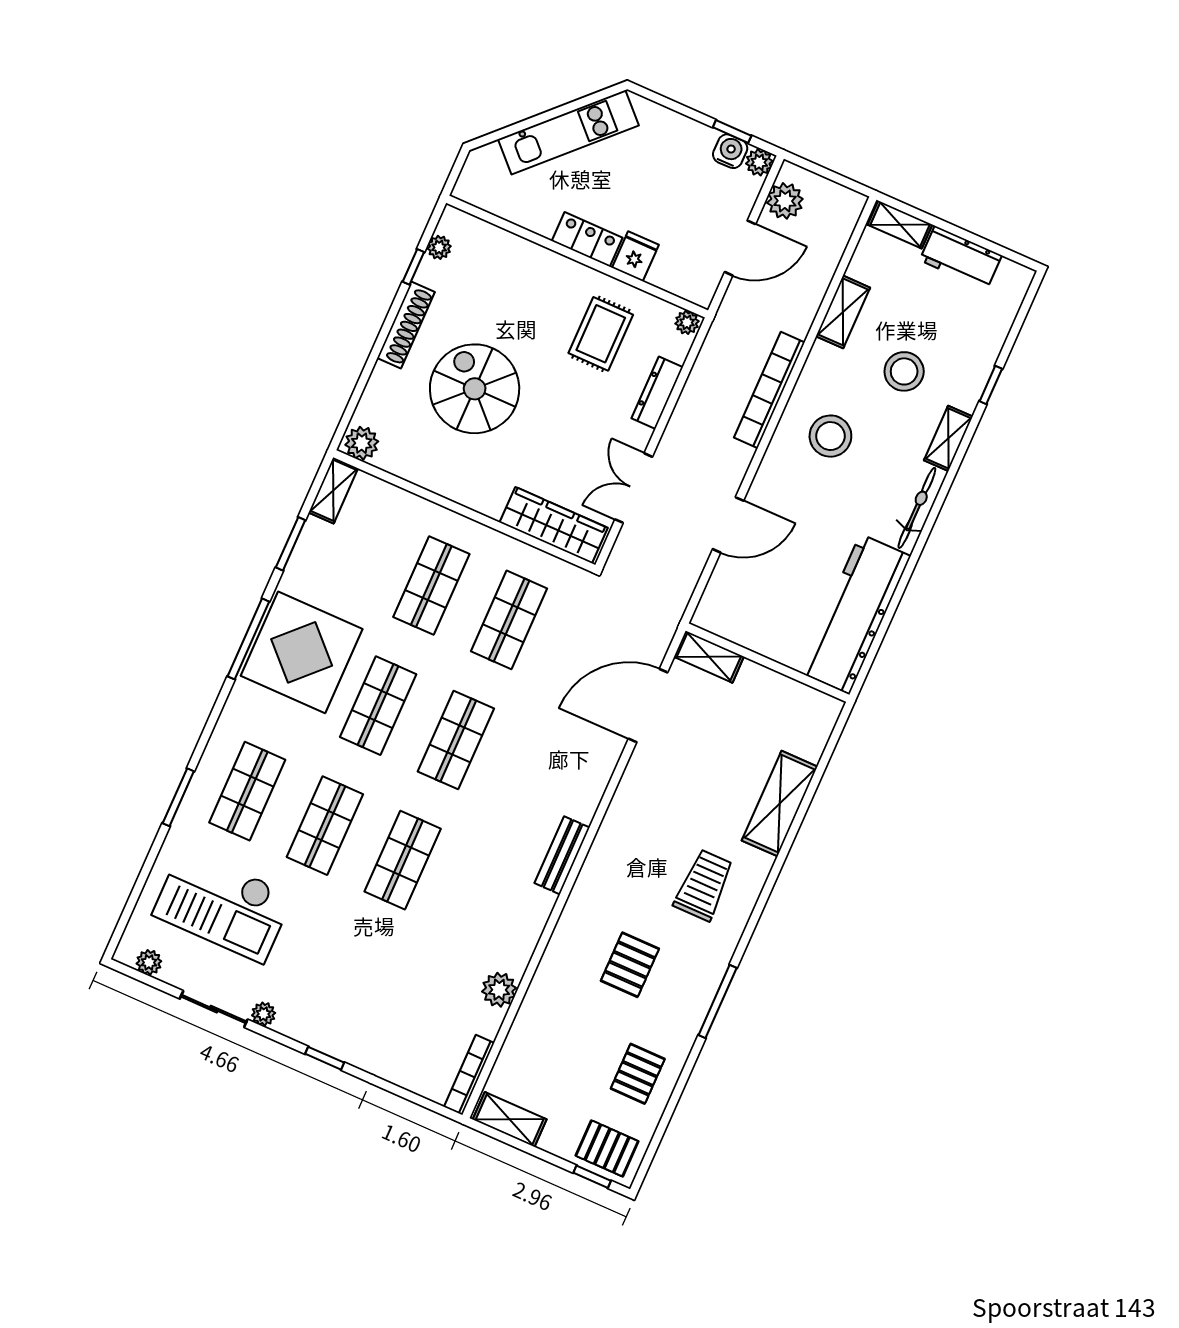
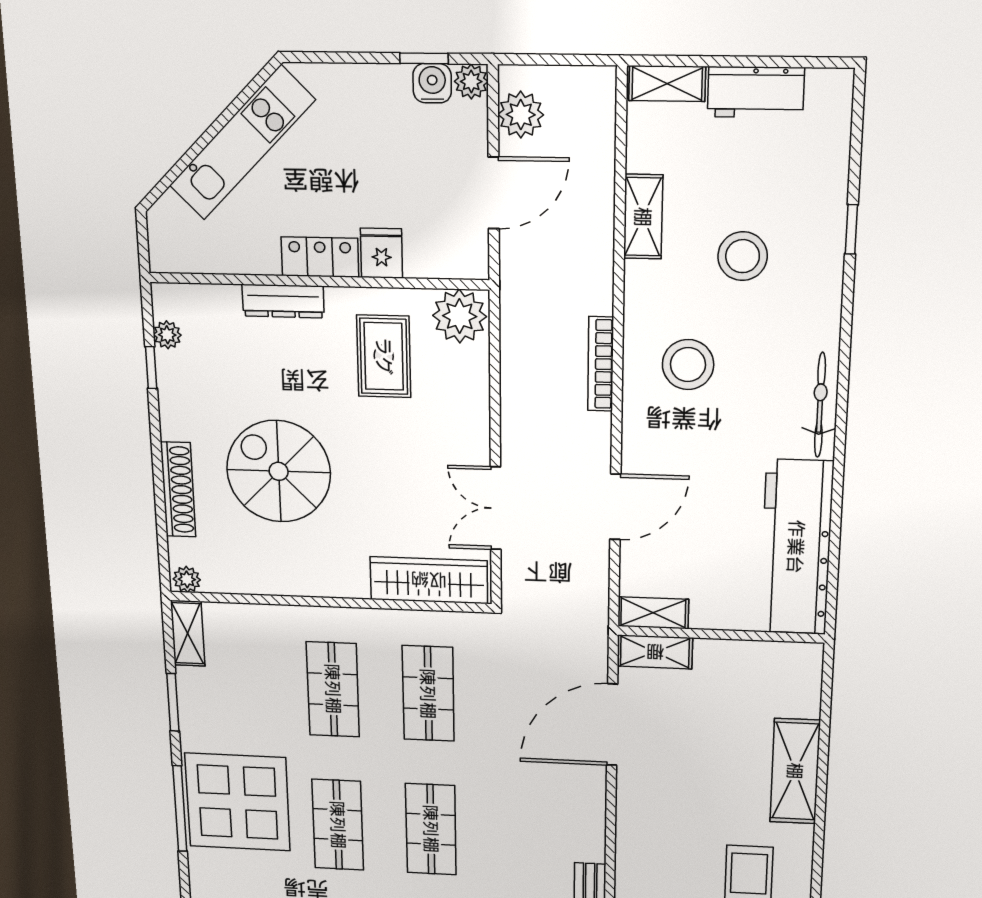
plant: (687, 322) -> (460, 316), width x1.88, depth x1.88
shoe rack: (406, 325) -> (178, 490), moved
bookcase: (769, 390) -> (601, 364), width x0.68, depth x0.76
dresser: (657, 393) -> (283, 301), moved, turned -90
shelving: (948, 438) -> (653, 613), moved, turned 90
plant: (362, 443) -> (187, 579), width x0.73, depth x0.73

